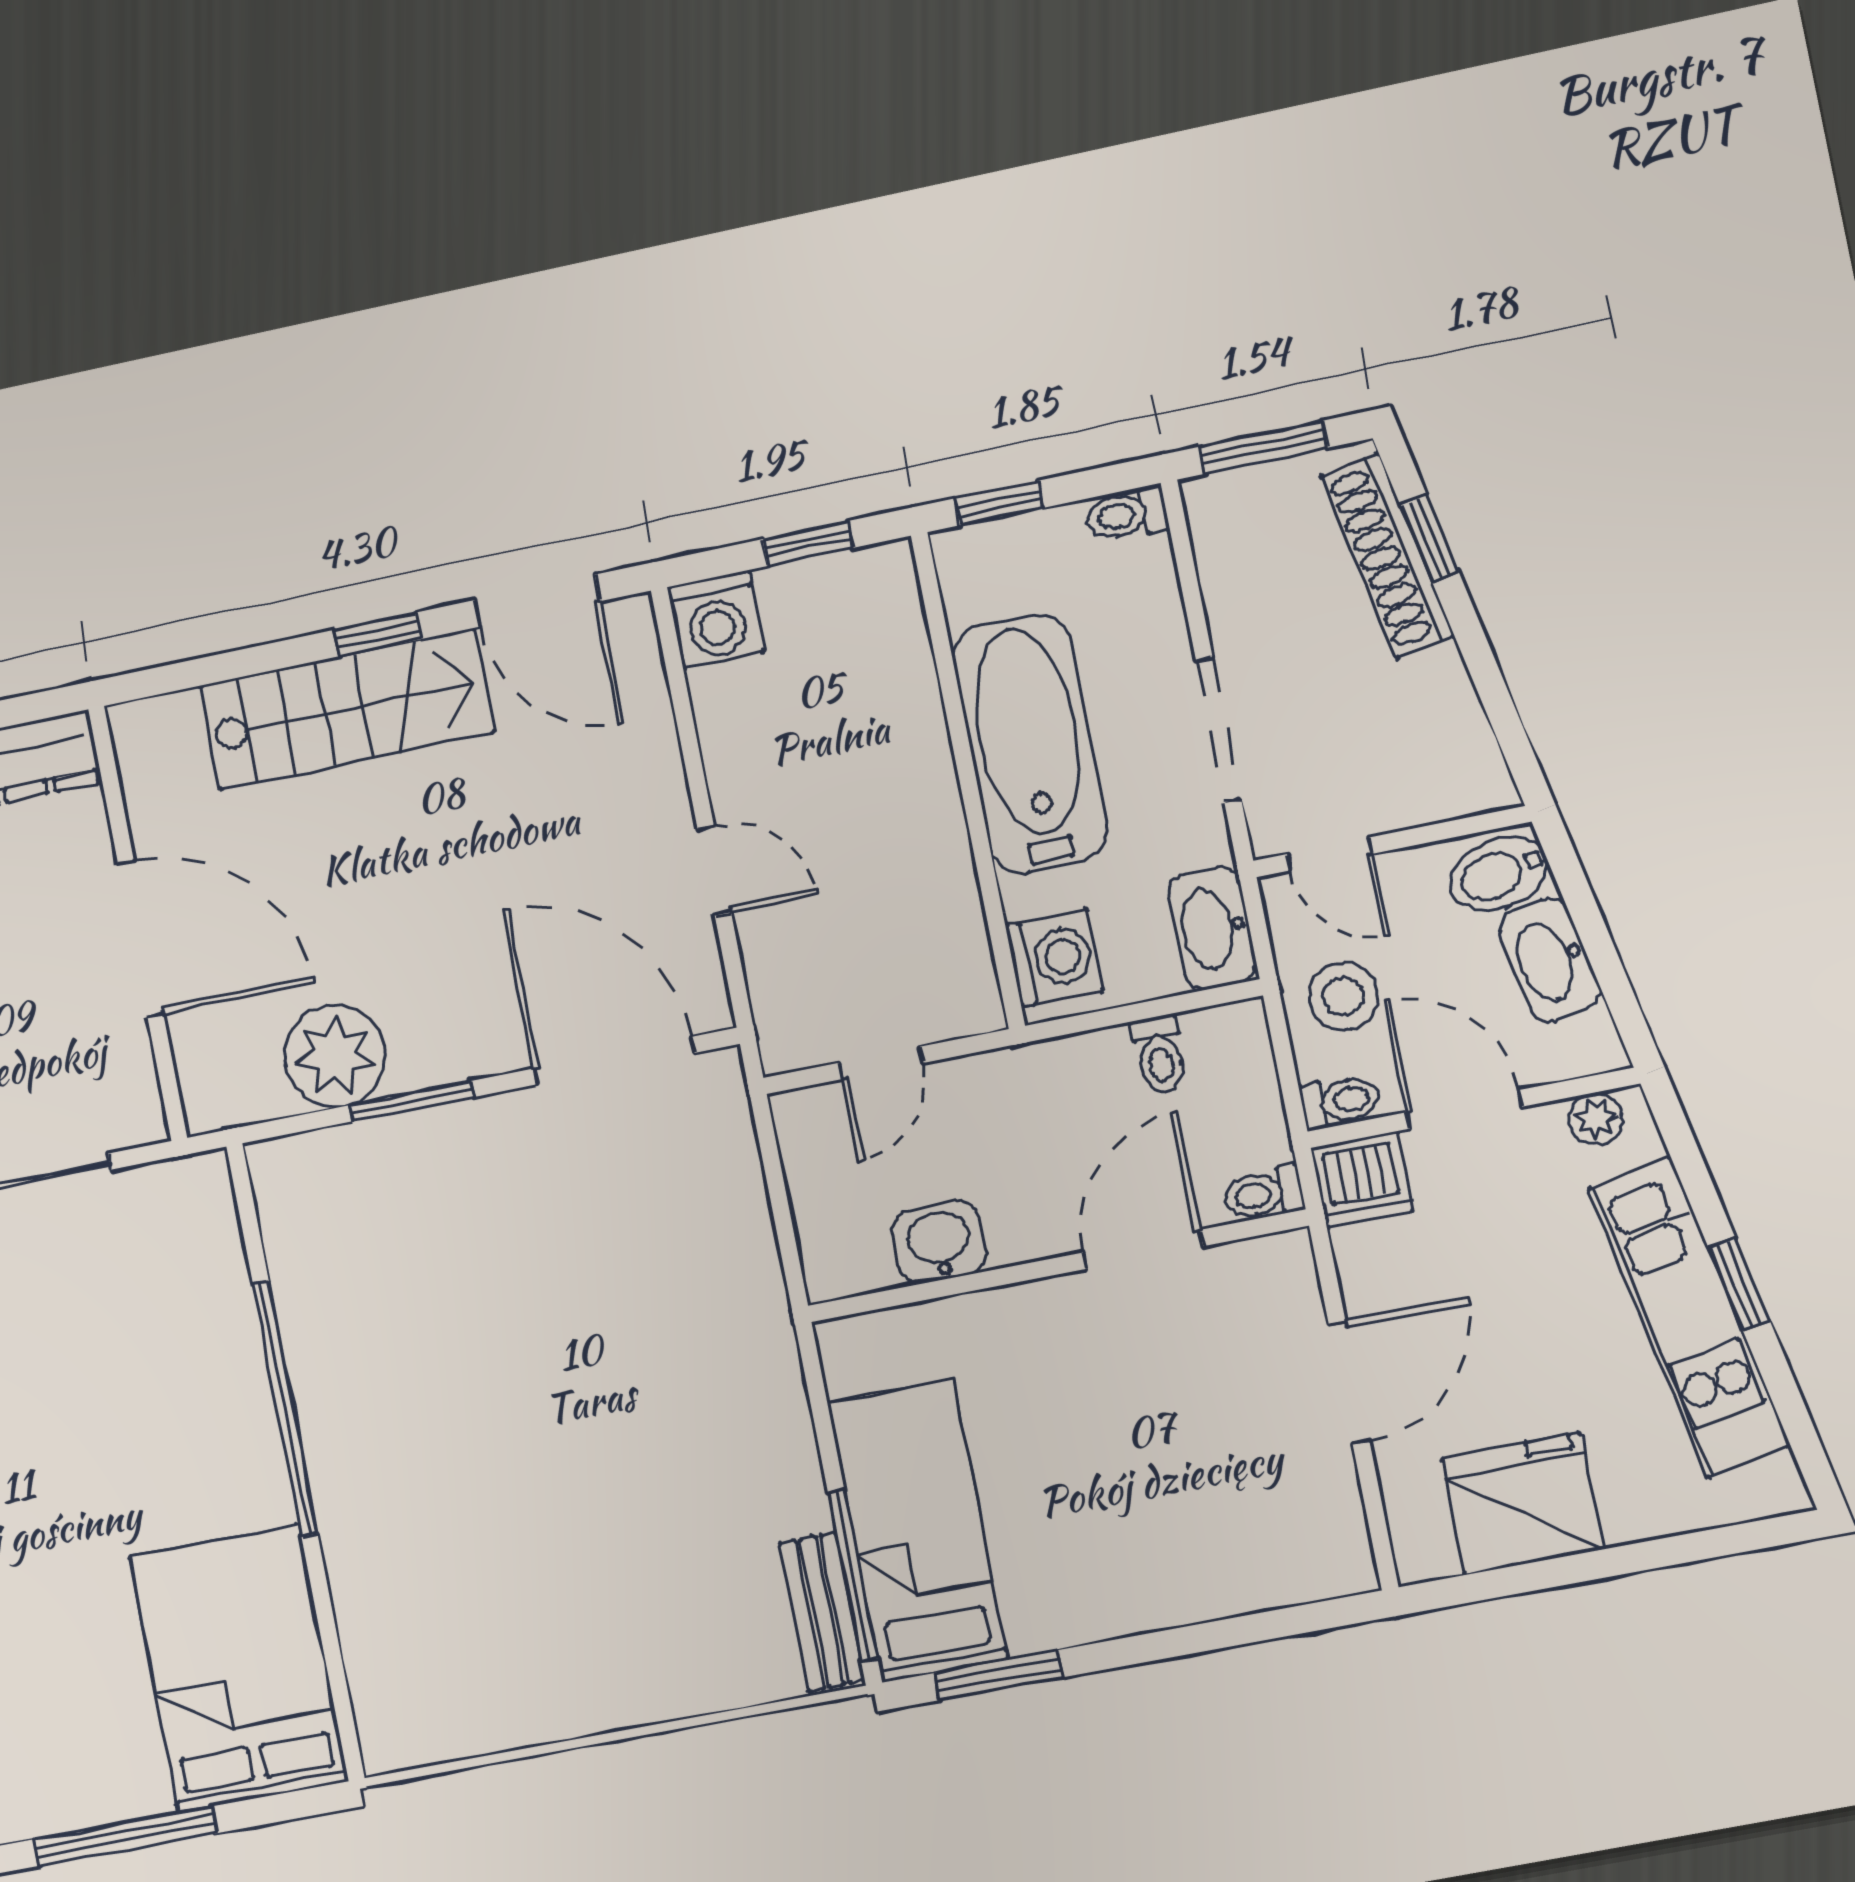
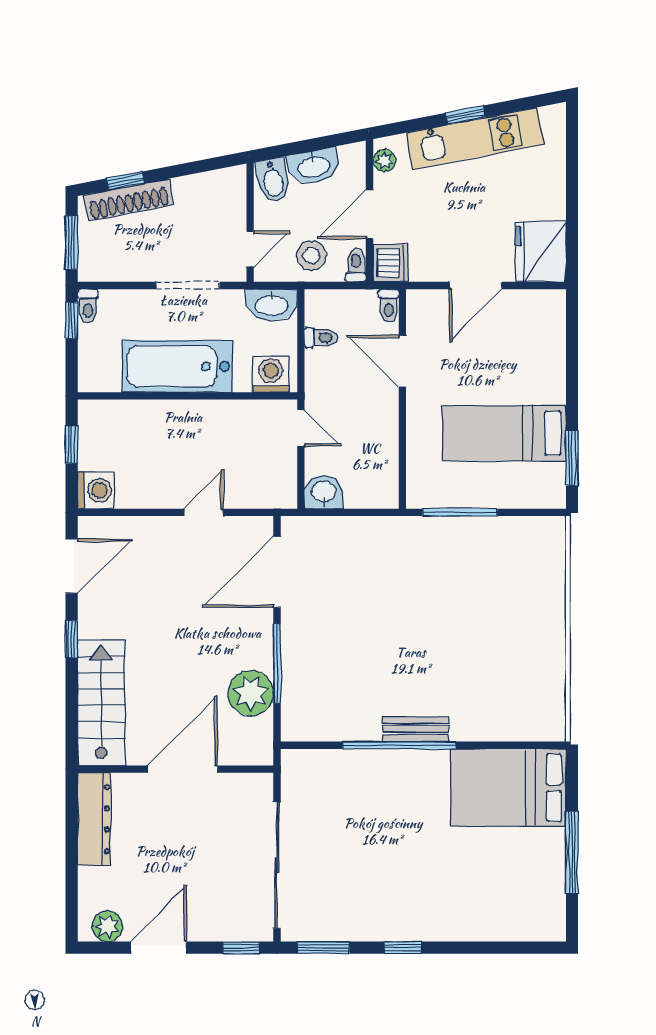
window: (999, 503) -> (72, 320), moved
stairs: (347, 709) -> (101, 703), moved
door: (881, 1063) -> (301, 428), moved
window: (412, 1101) -> (277, 664), width x1.44
washbasin: (939, 1242) -> (324, 492), moved, turned 90
door: (1349, 1383) -> (476, 285), swing flipped
fridge: (1522, 1504) -> (540, 252), moved
bed: (917, 1531) -> (504, 433), moved
window: (853, 1575) -> (460, 512), moved
bench: (822, 1612) -> (416, 729), moved

